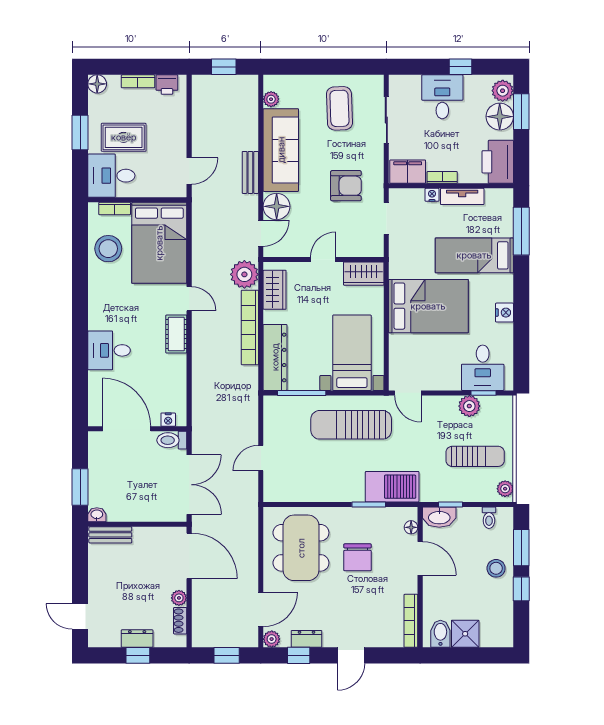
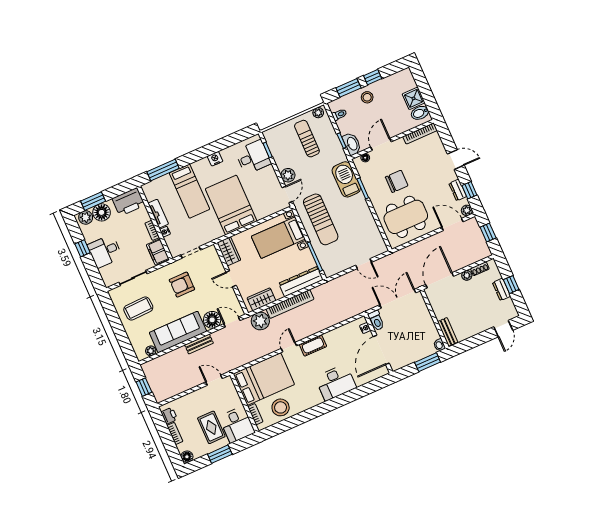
armchair: (346, 186) -> (182, 285), turned -90
desk: (109, 350) -> (336, 382), width x1.37
plant: (469, 406) -> (288, 175), moved

